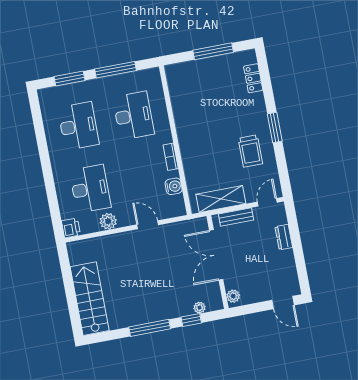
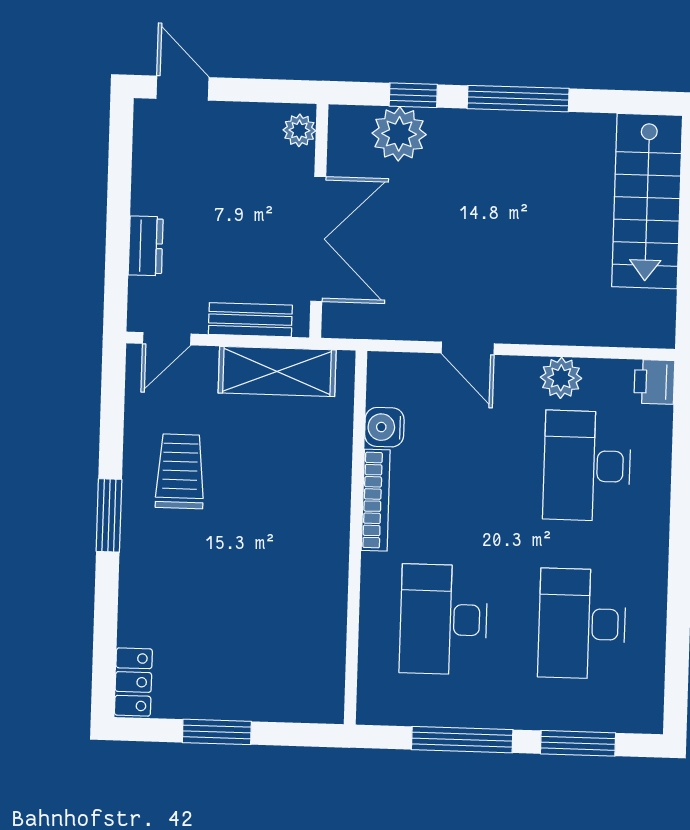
window: (213, 51) -> (217, 732), width x0.69
locker: (253, 78) -> (133, 682), moved
bookcase: (171, 157) -> (376, 500), width x1.56
plant: (200, 308) -> (399, 134), width x1.88, depth x1.88

